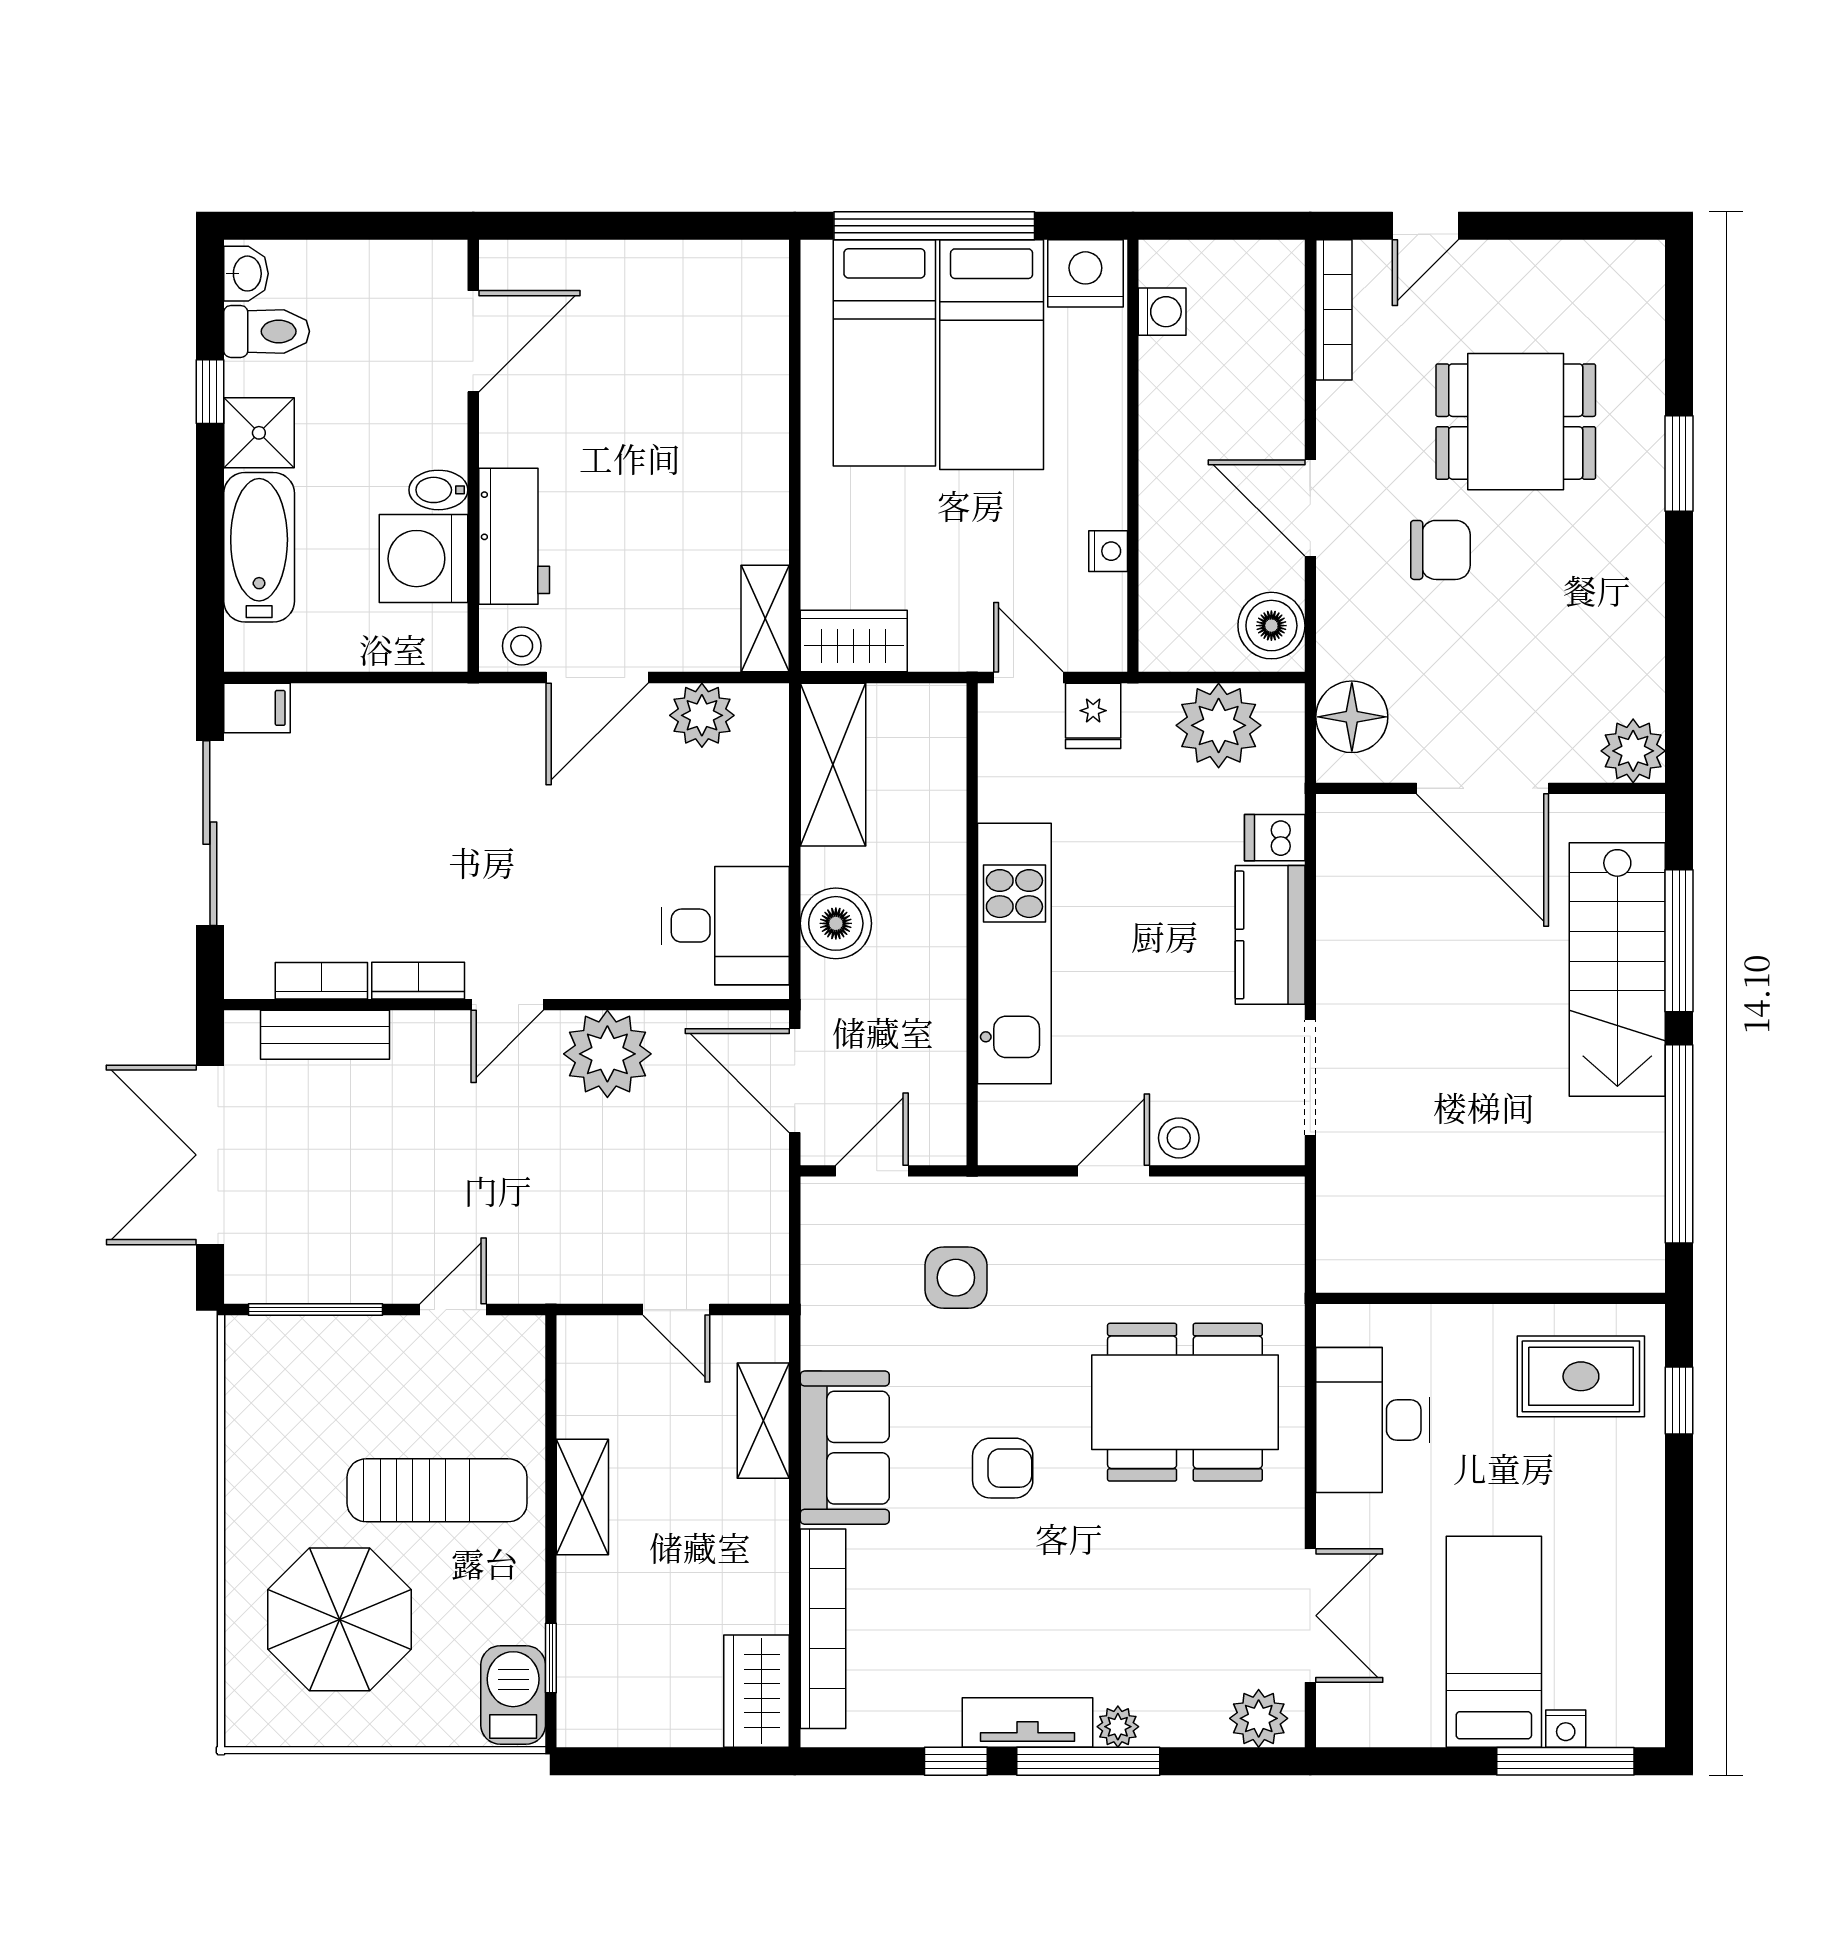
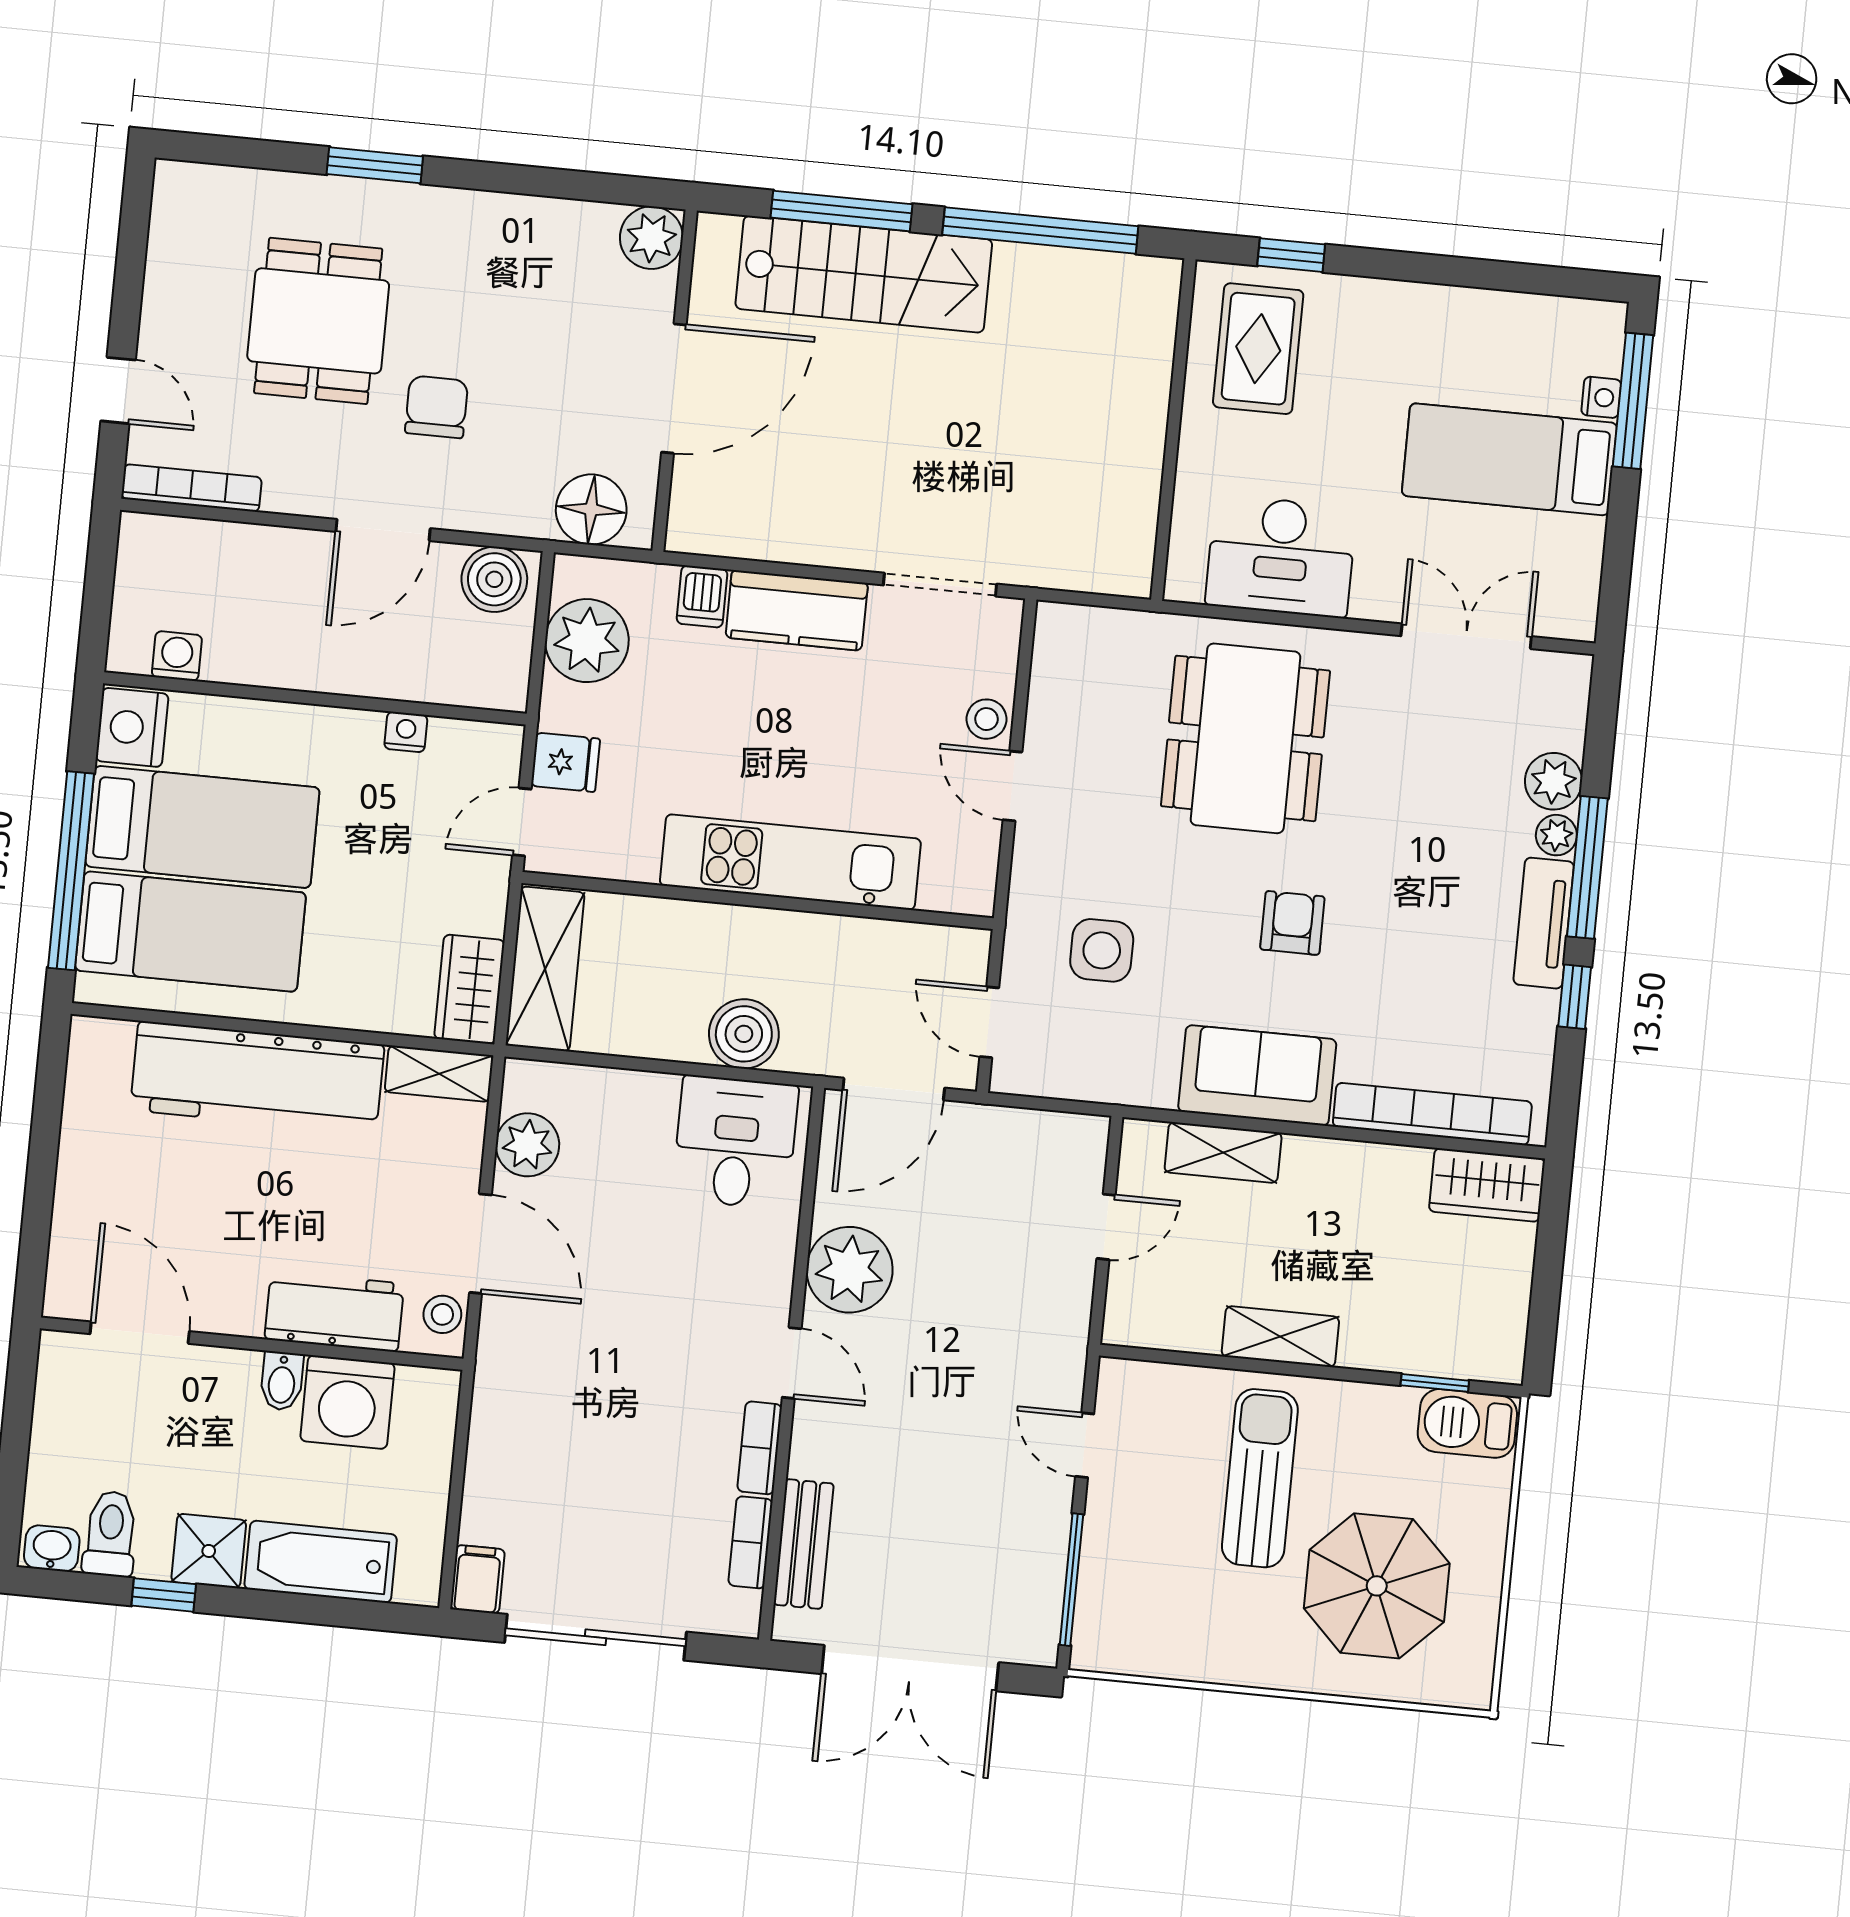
workbench: (743, 435) -> (257, 1077), added
shelving: (833, 765) -> (545, 969), moved, turned 90
plant: (1259, 1718) -> (1553, 781), moved

